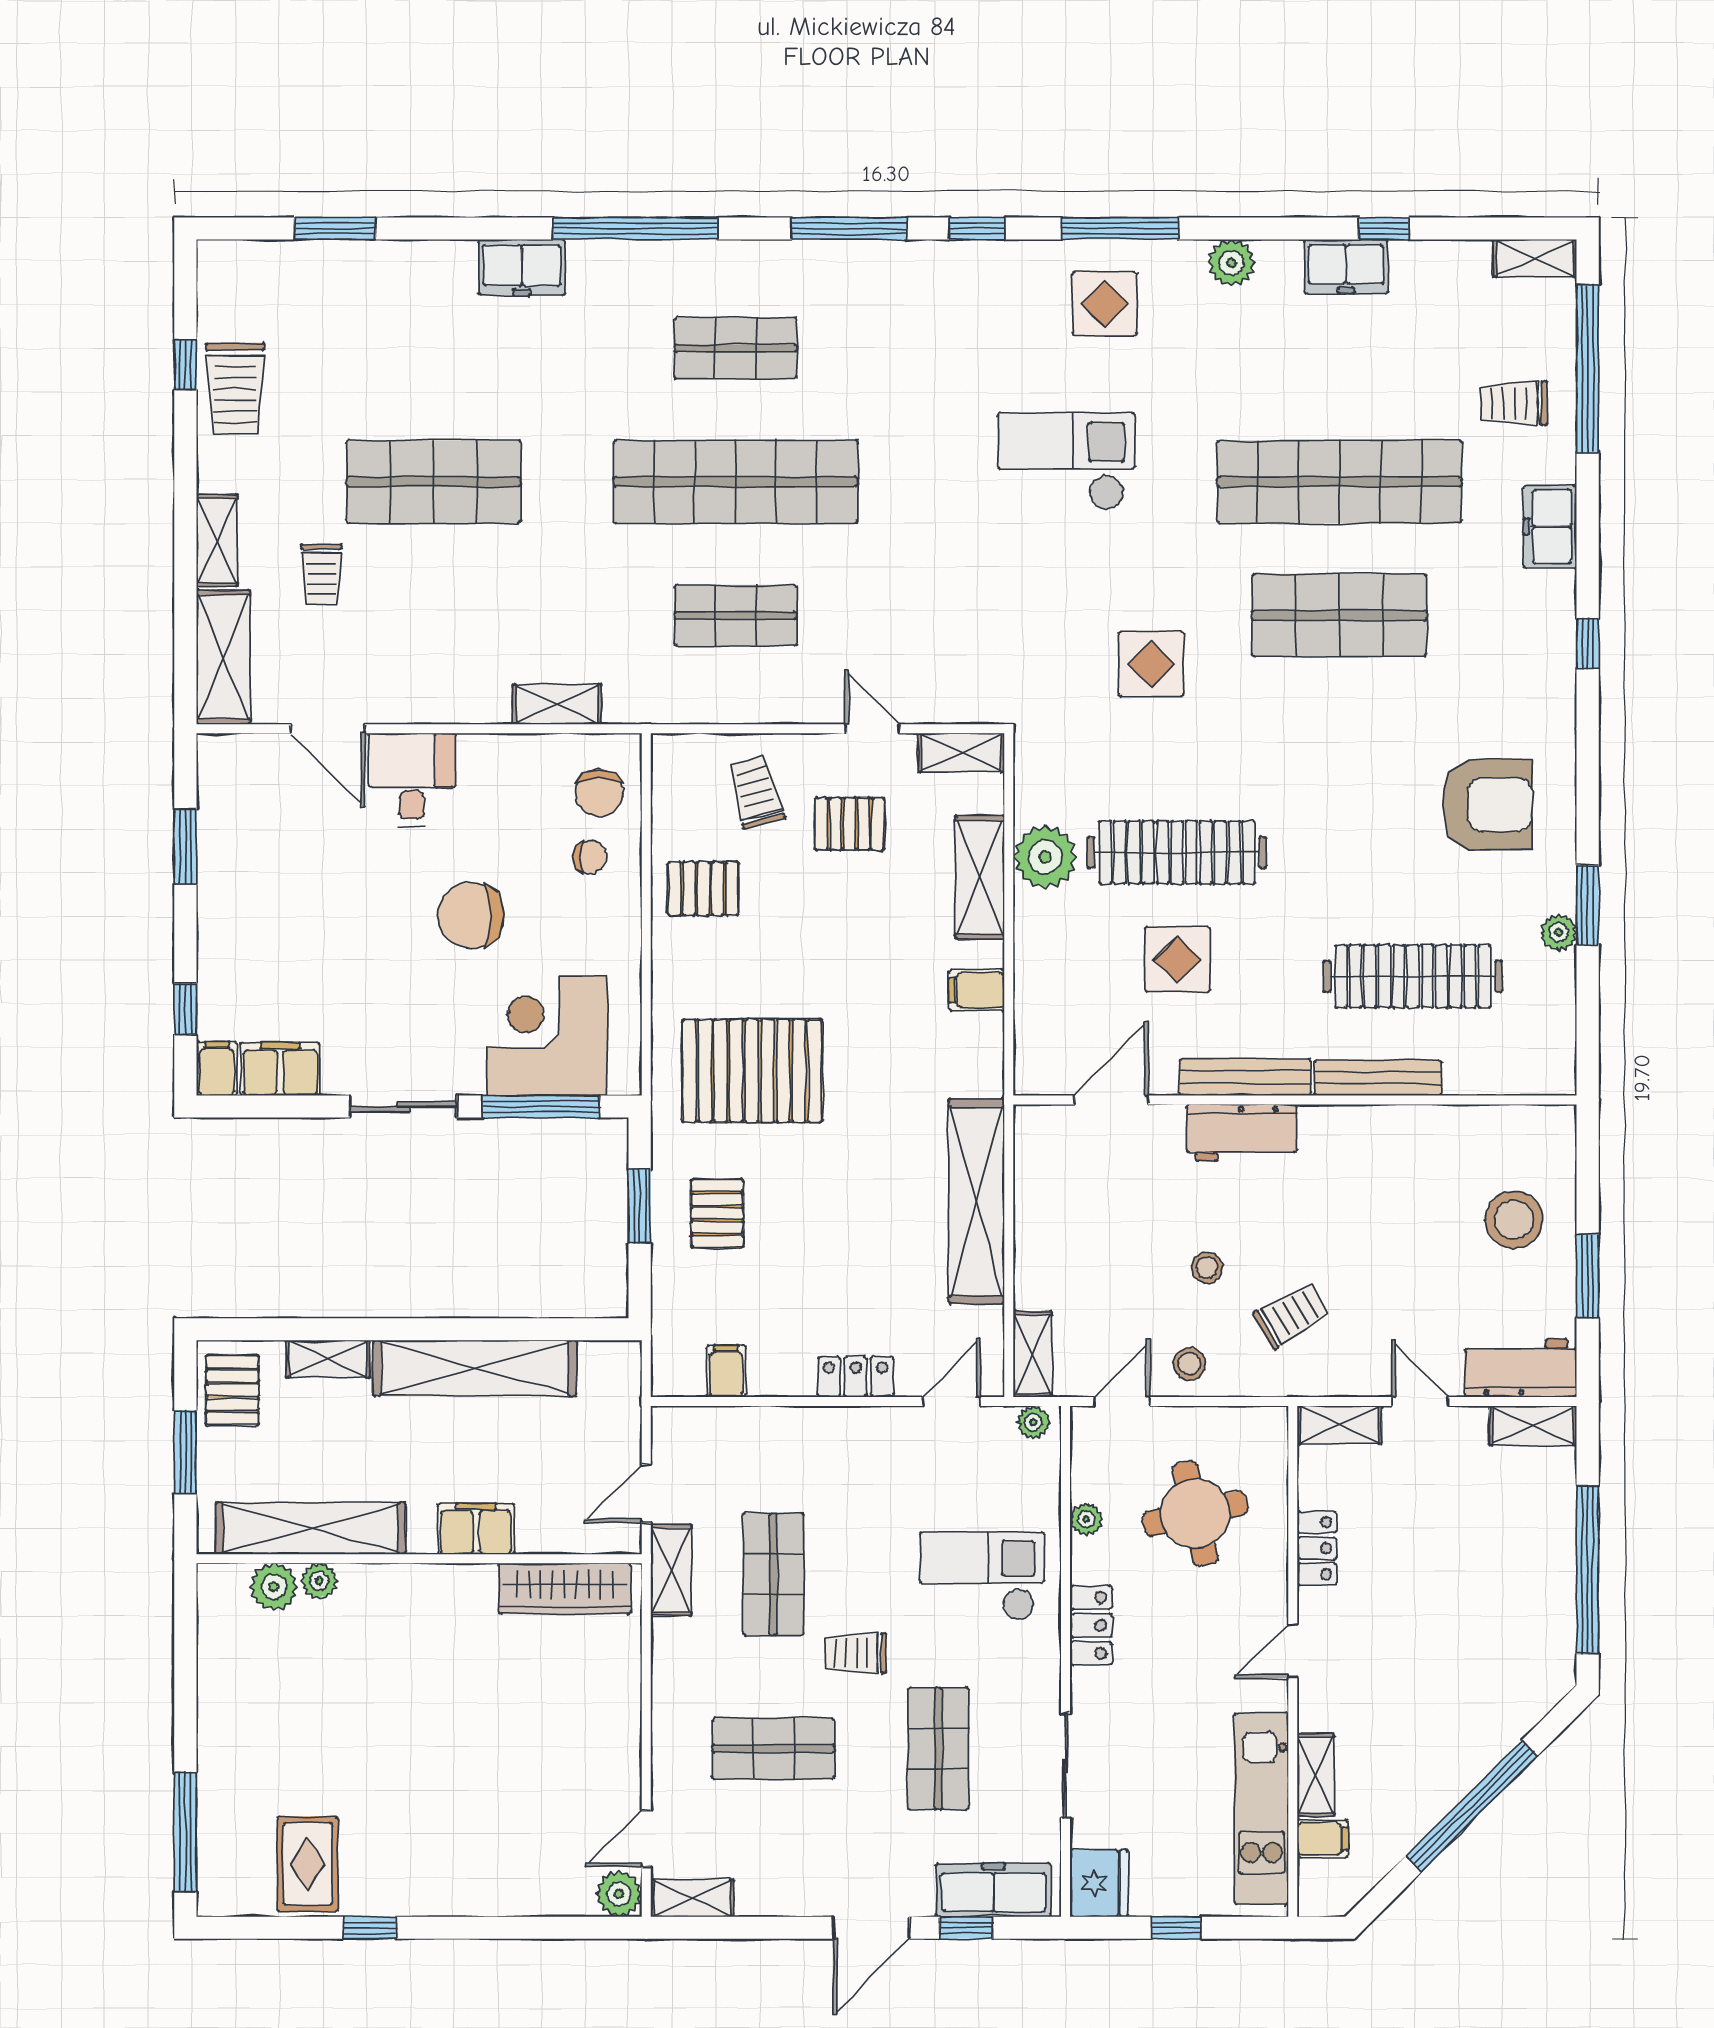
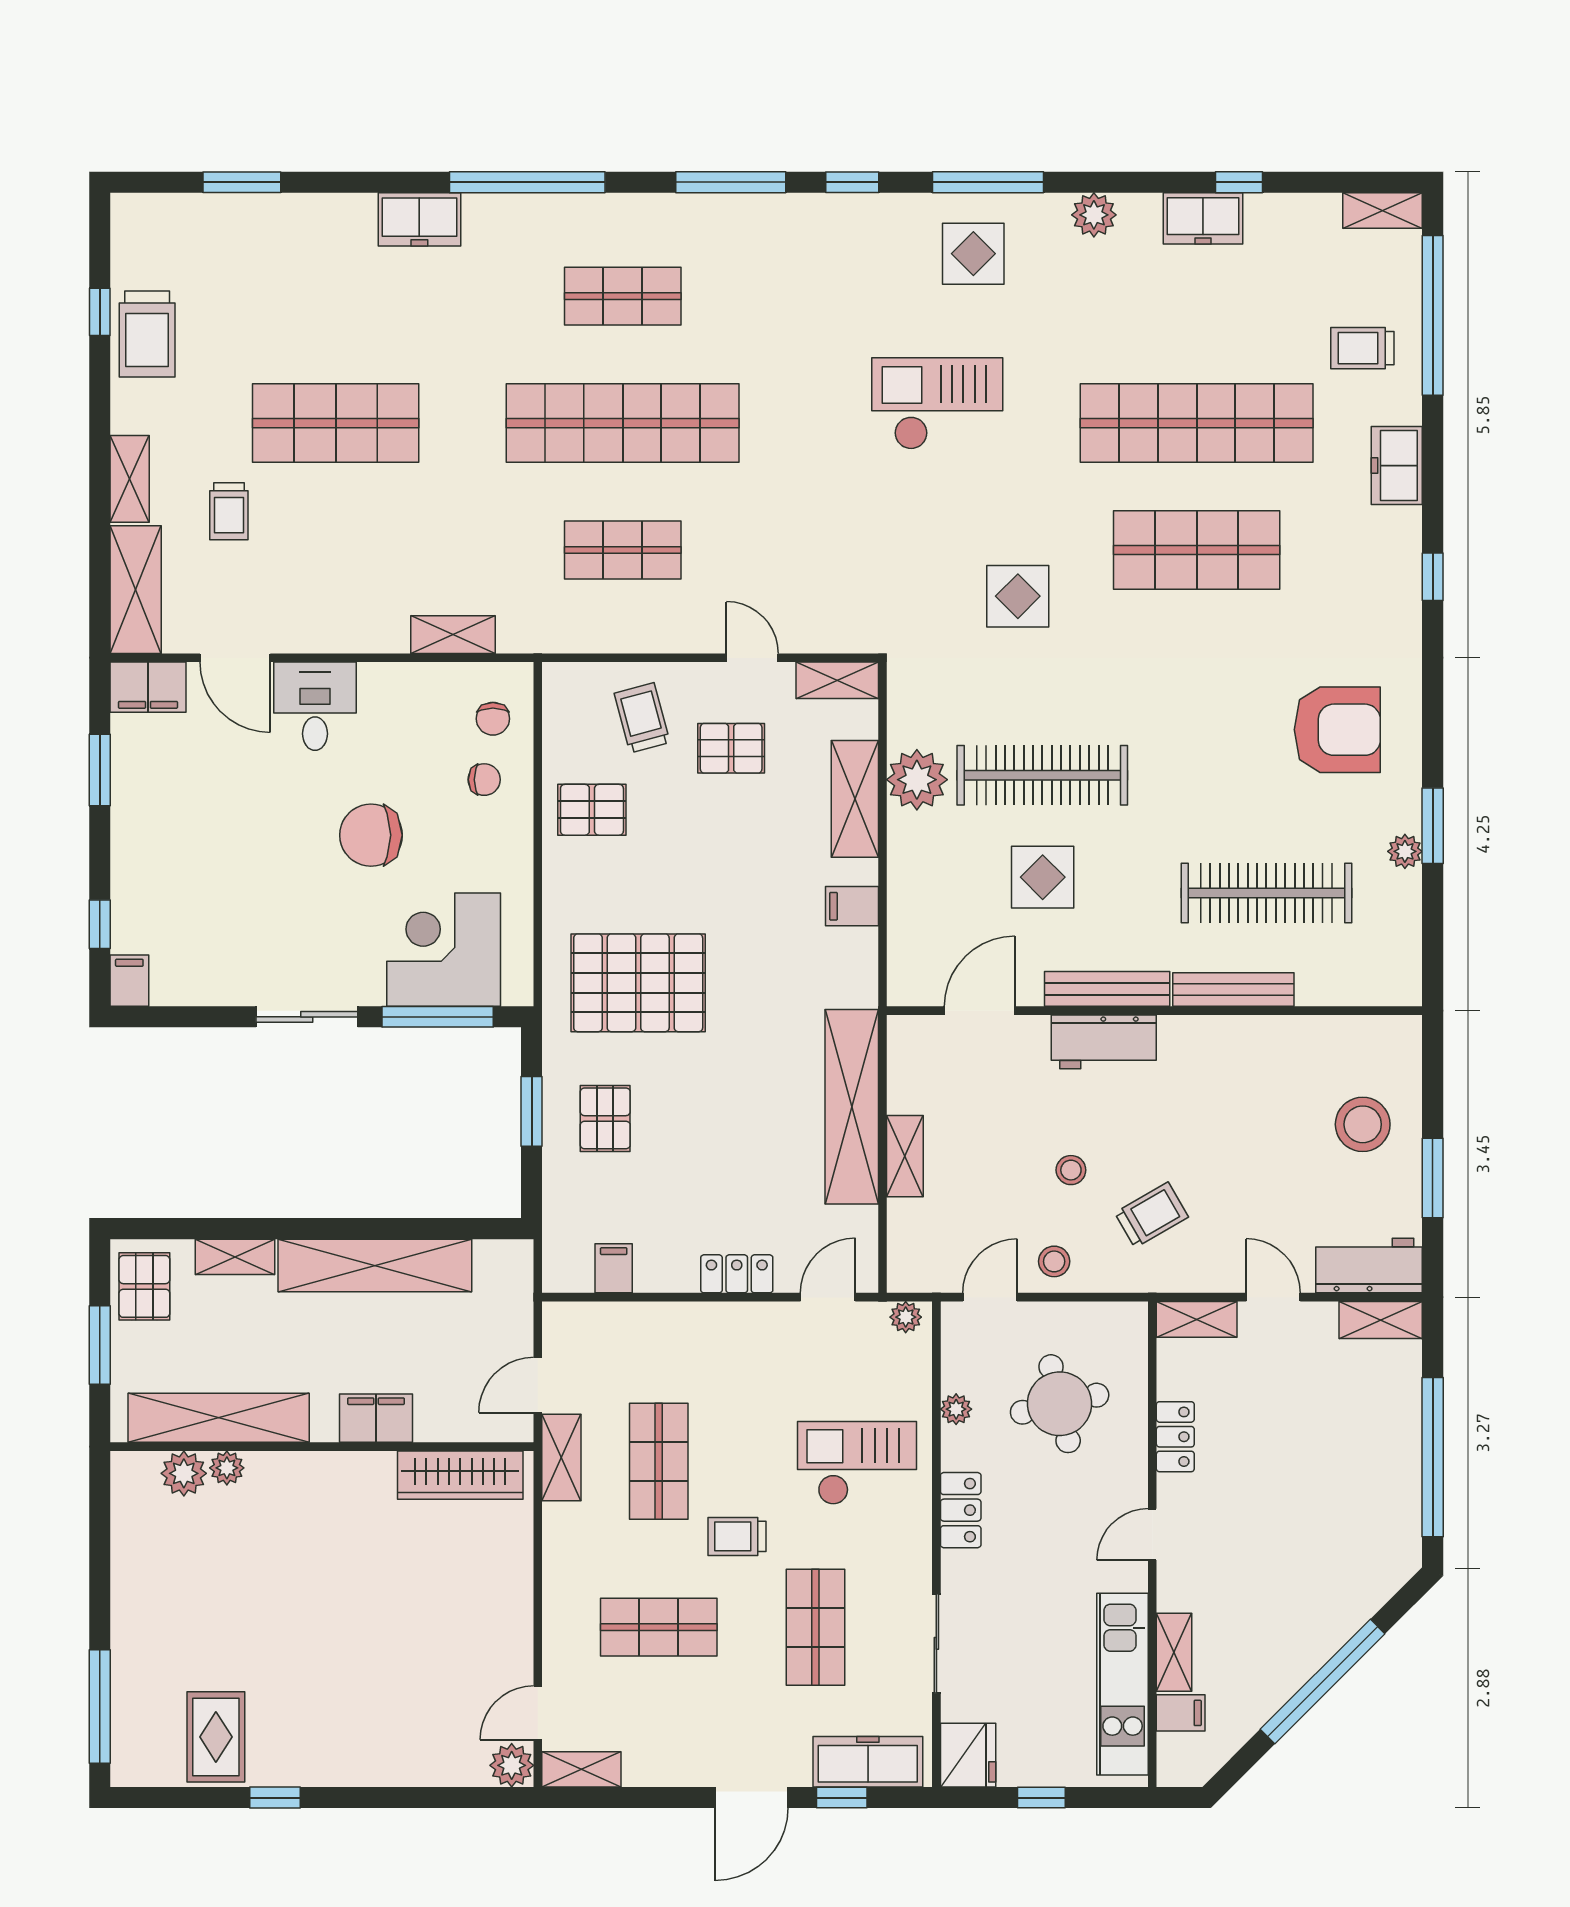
chair: (599, 793) -> (493, 719), width x0.73, depth x0.73
filing cabinet: (280, 1069) -> (148, 687), moved, turned 180
shelving: (1032, 1354) -> (905, 1156), moved

